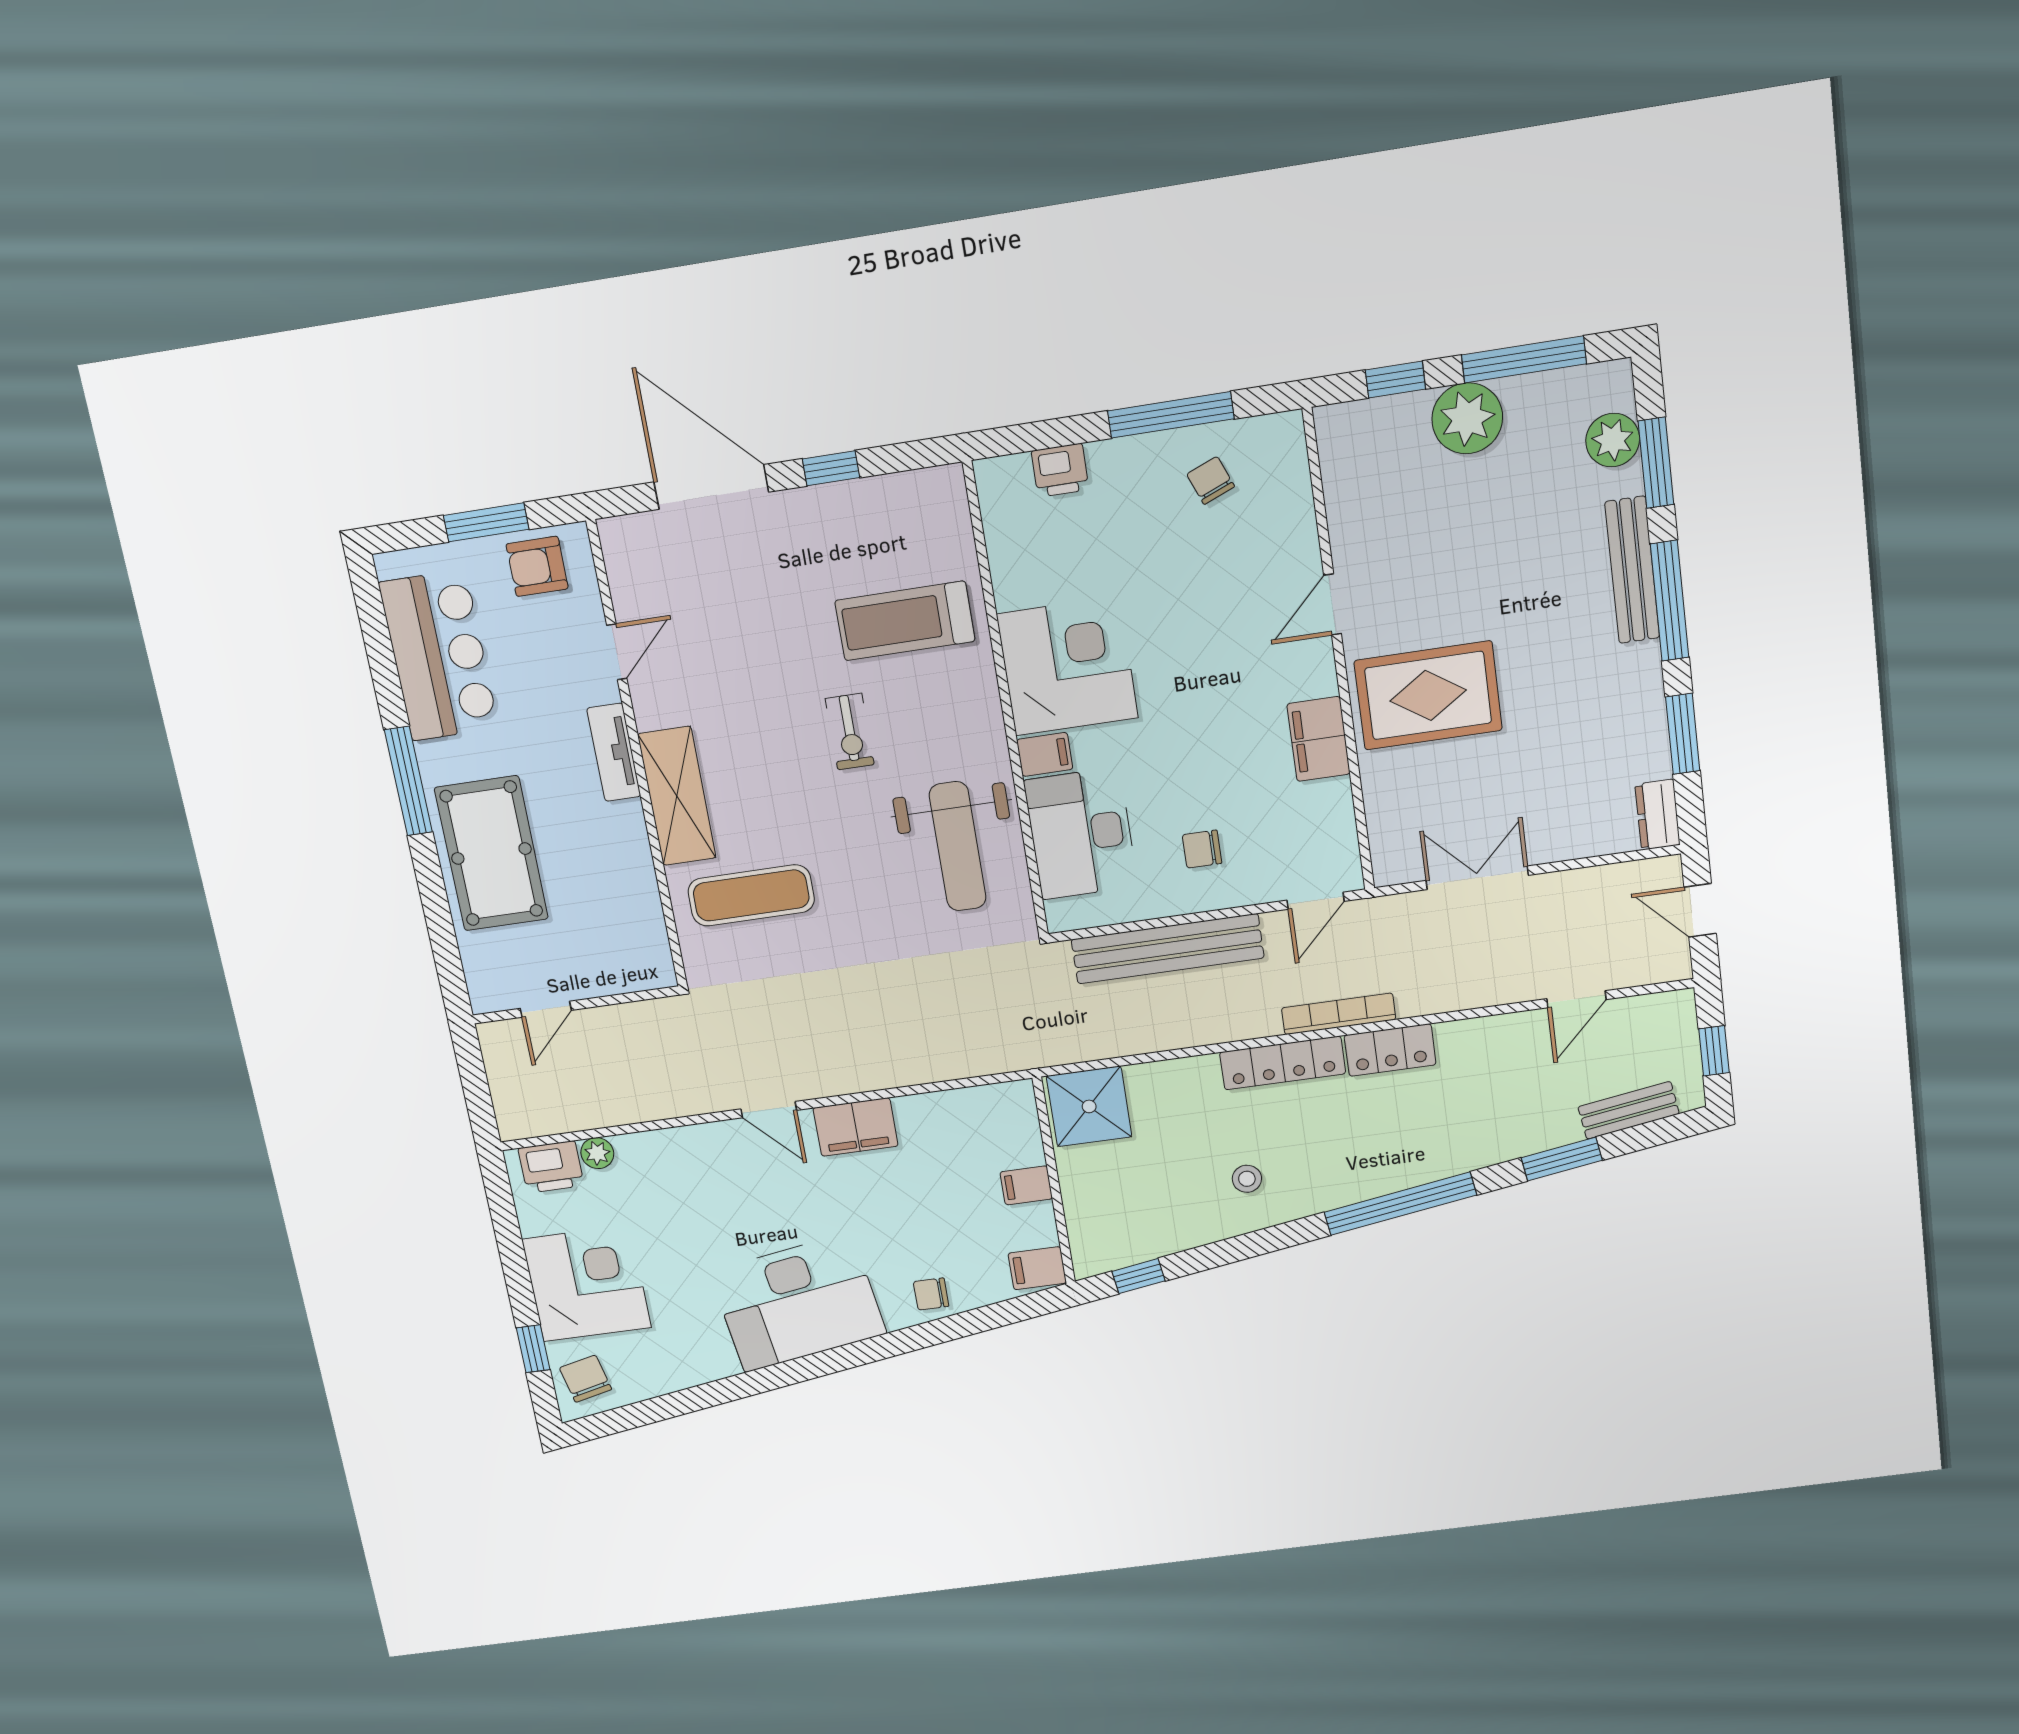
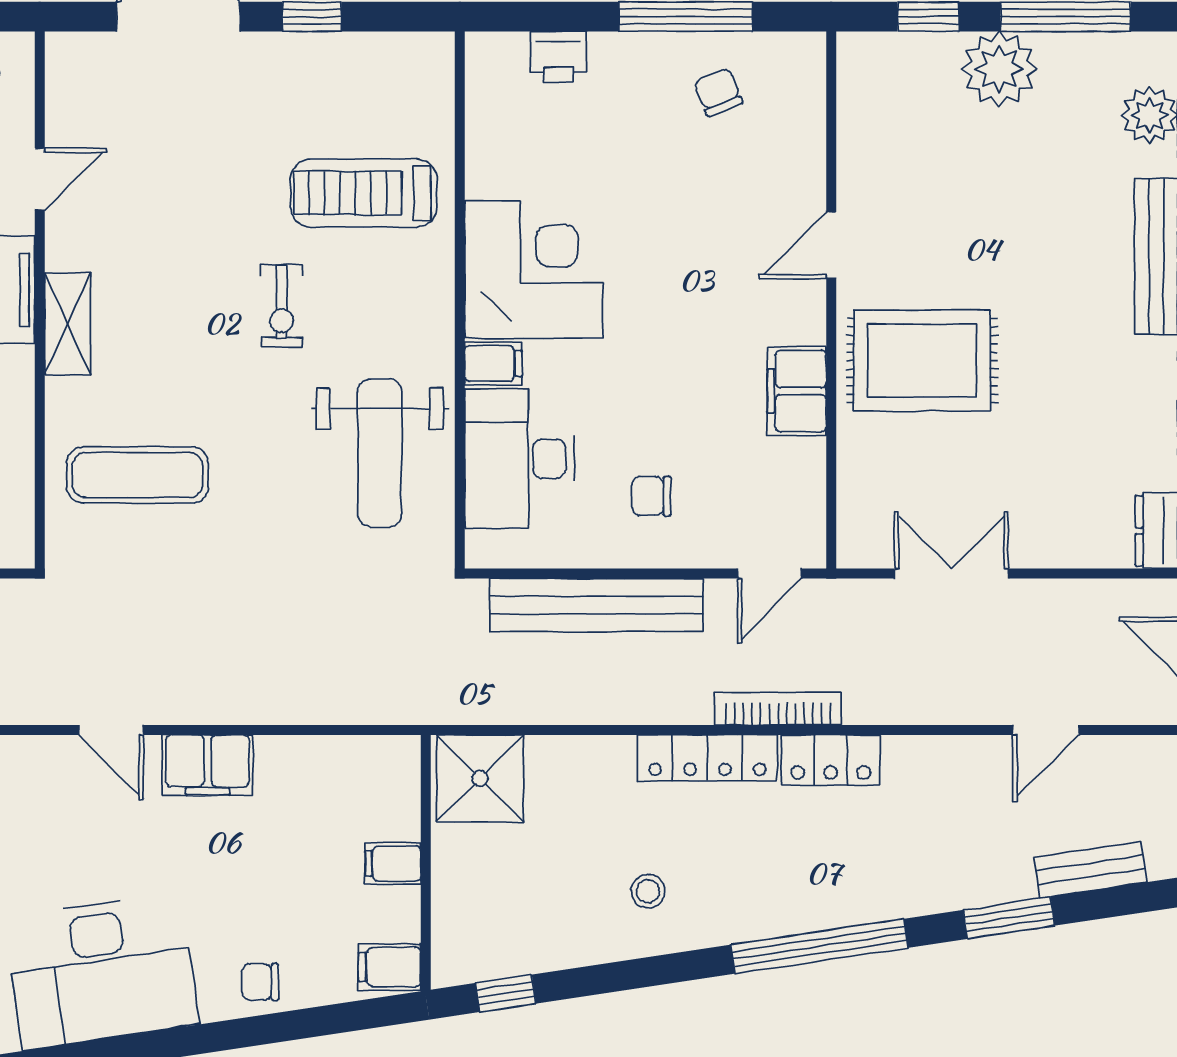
shelving: (677, 796) -> (68, 324), width x0.67, depth x0.75

